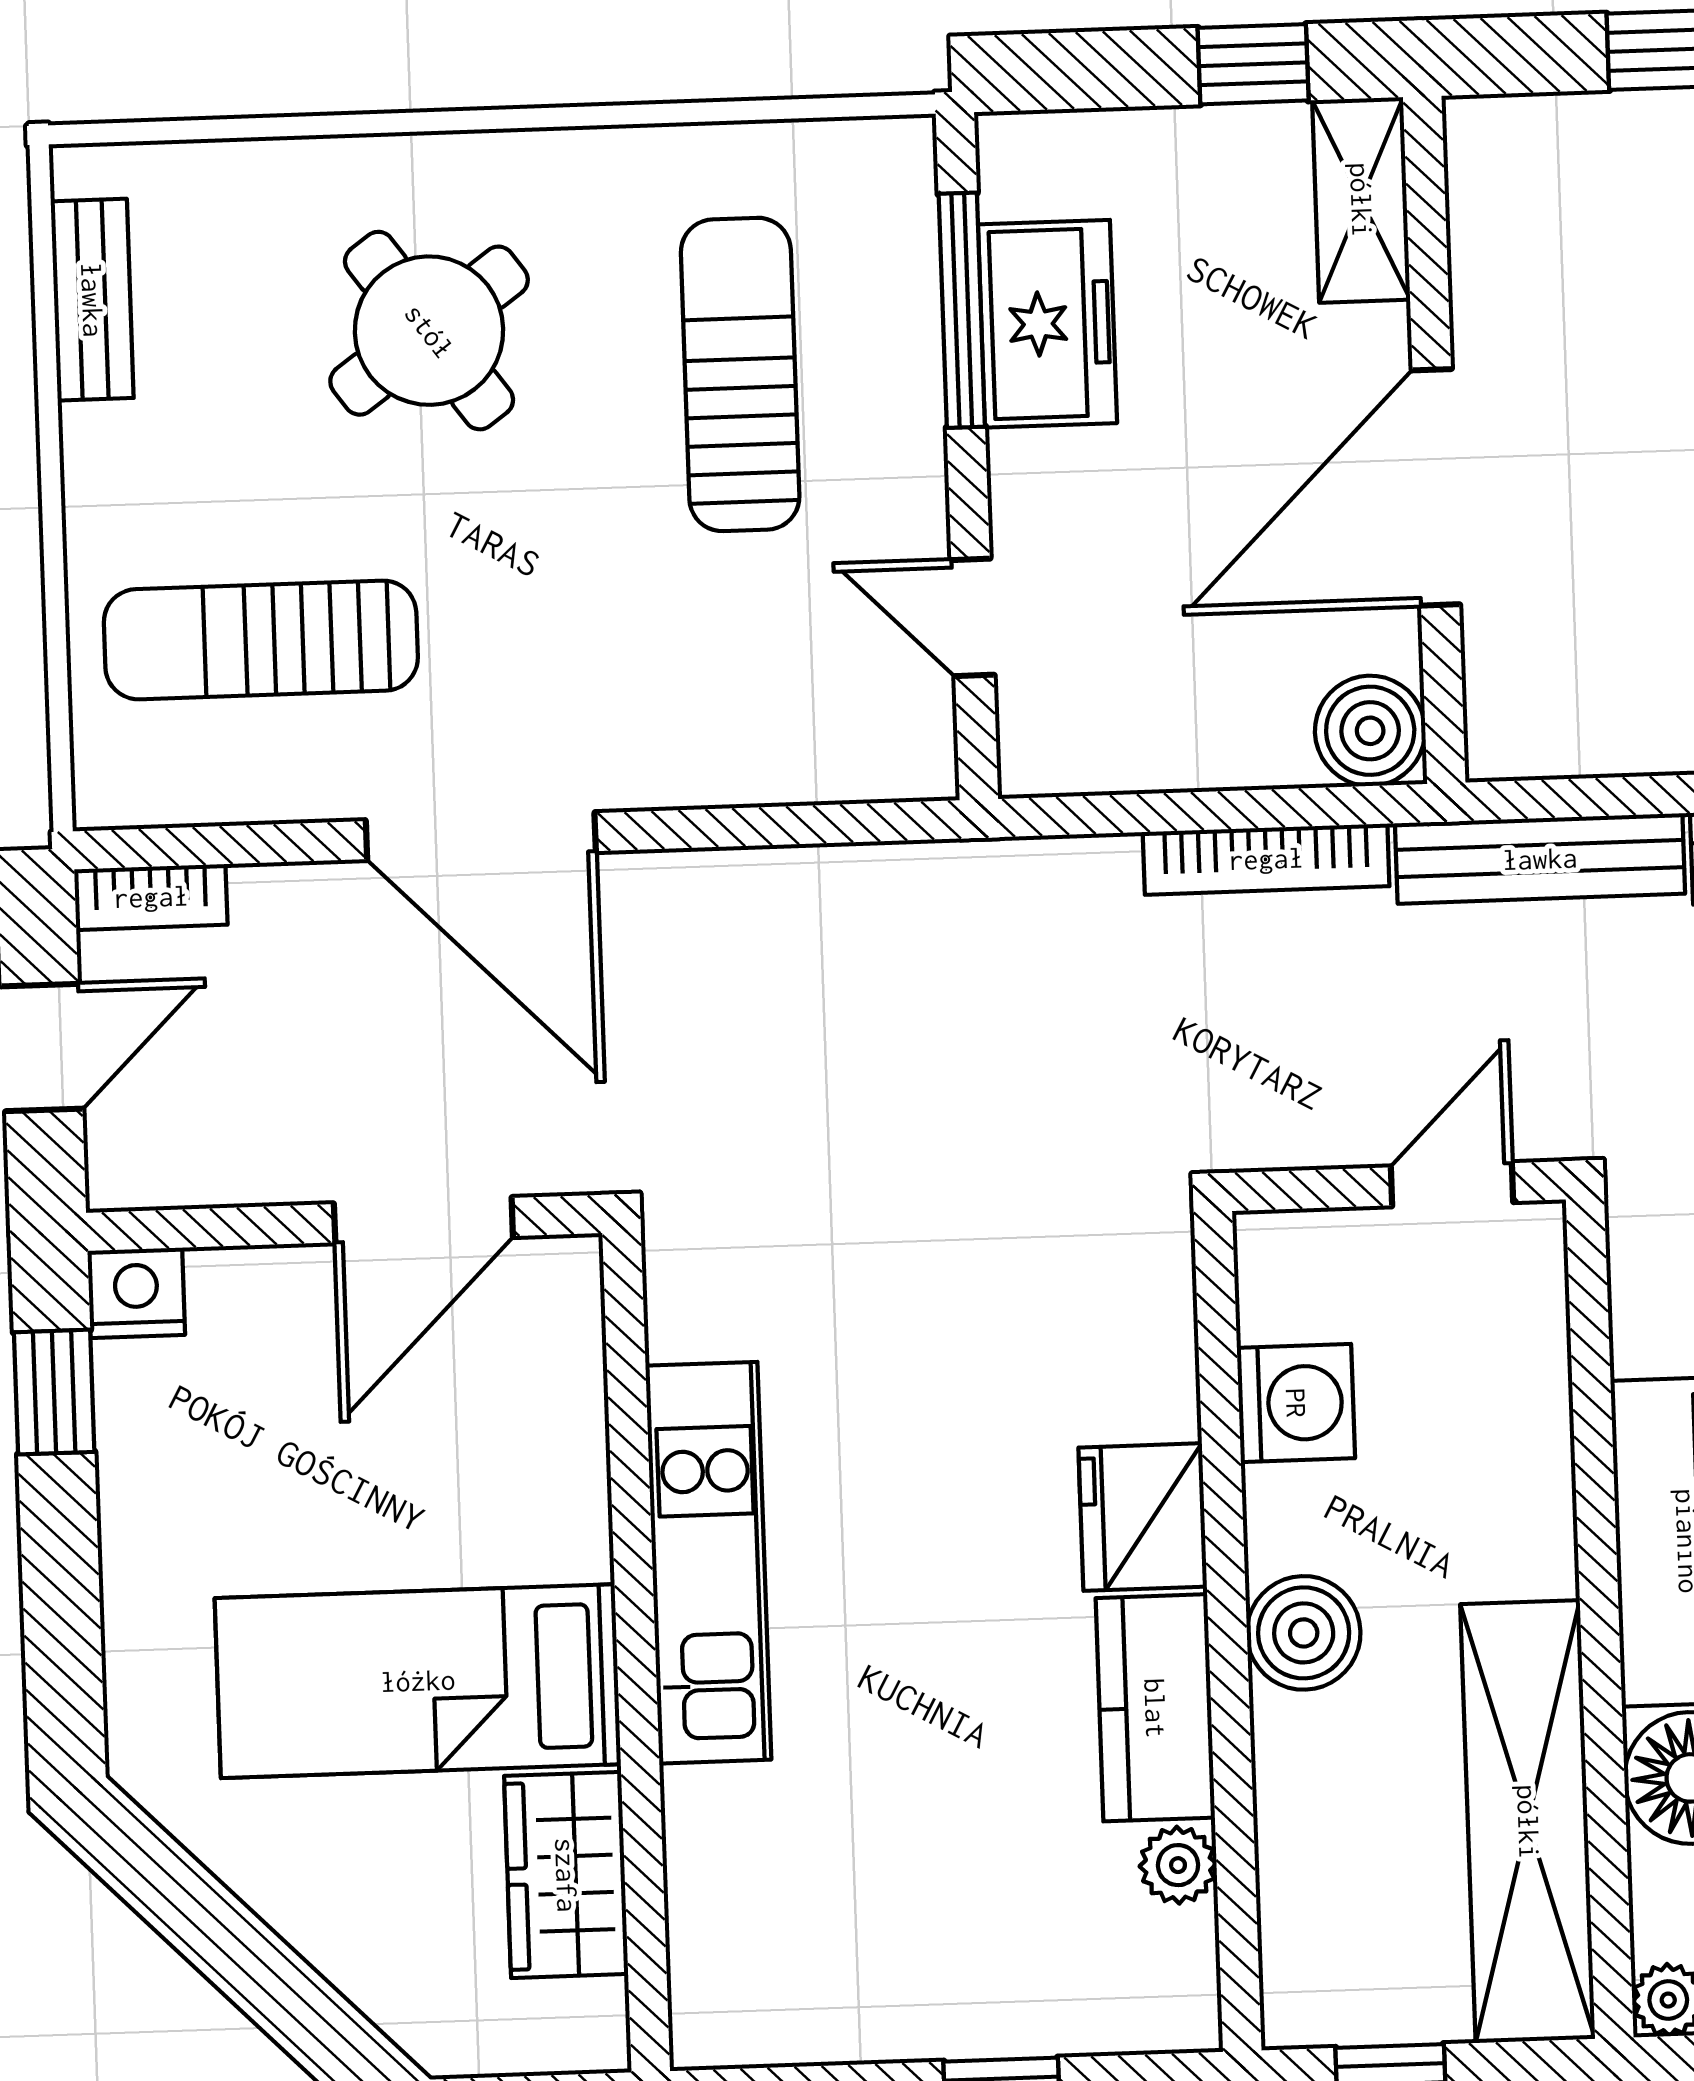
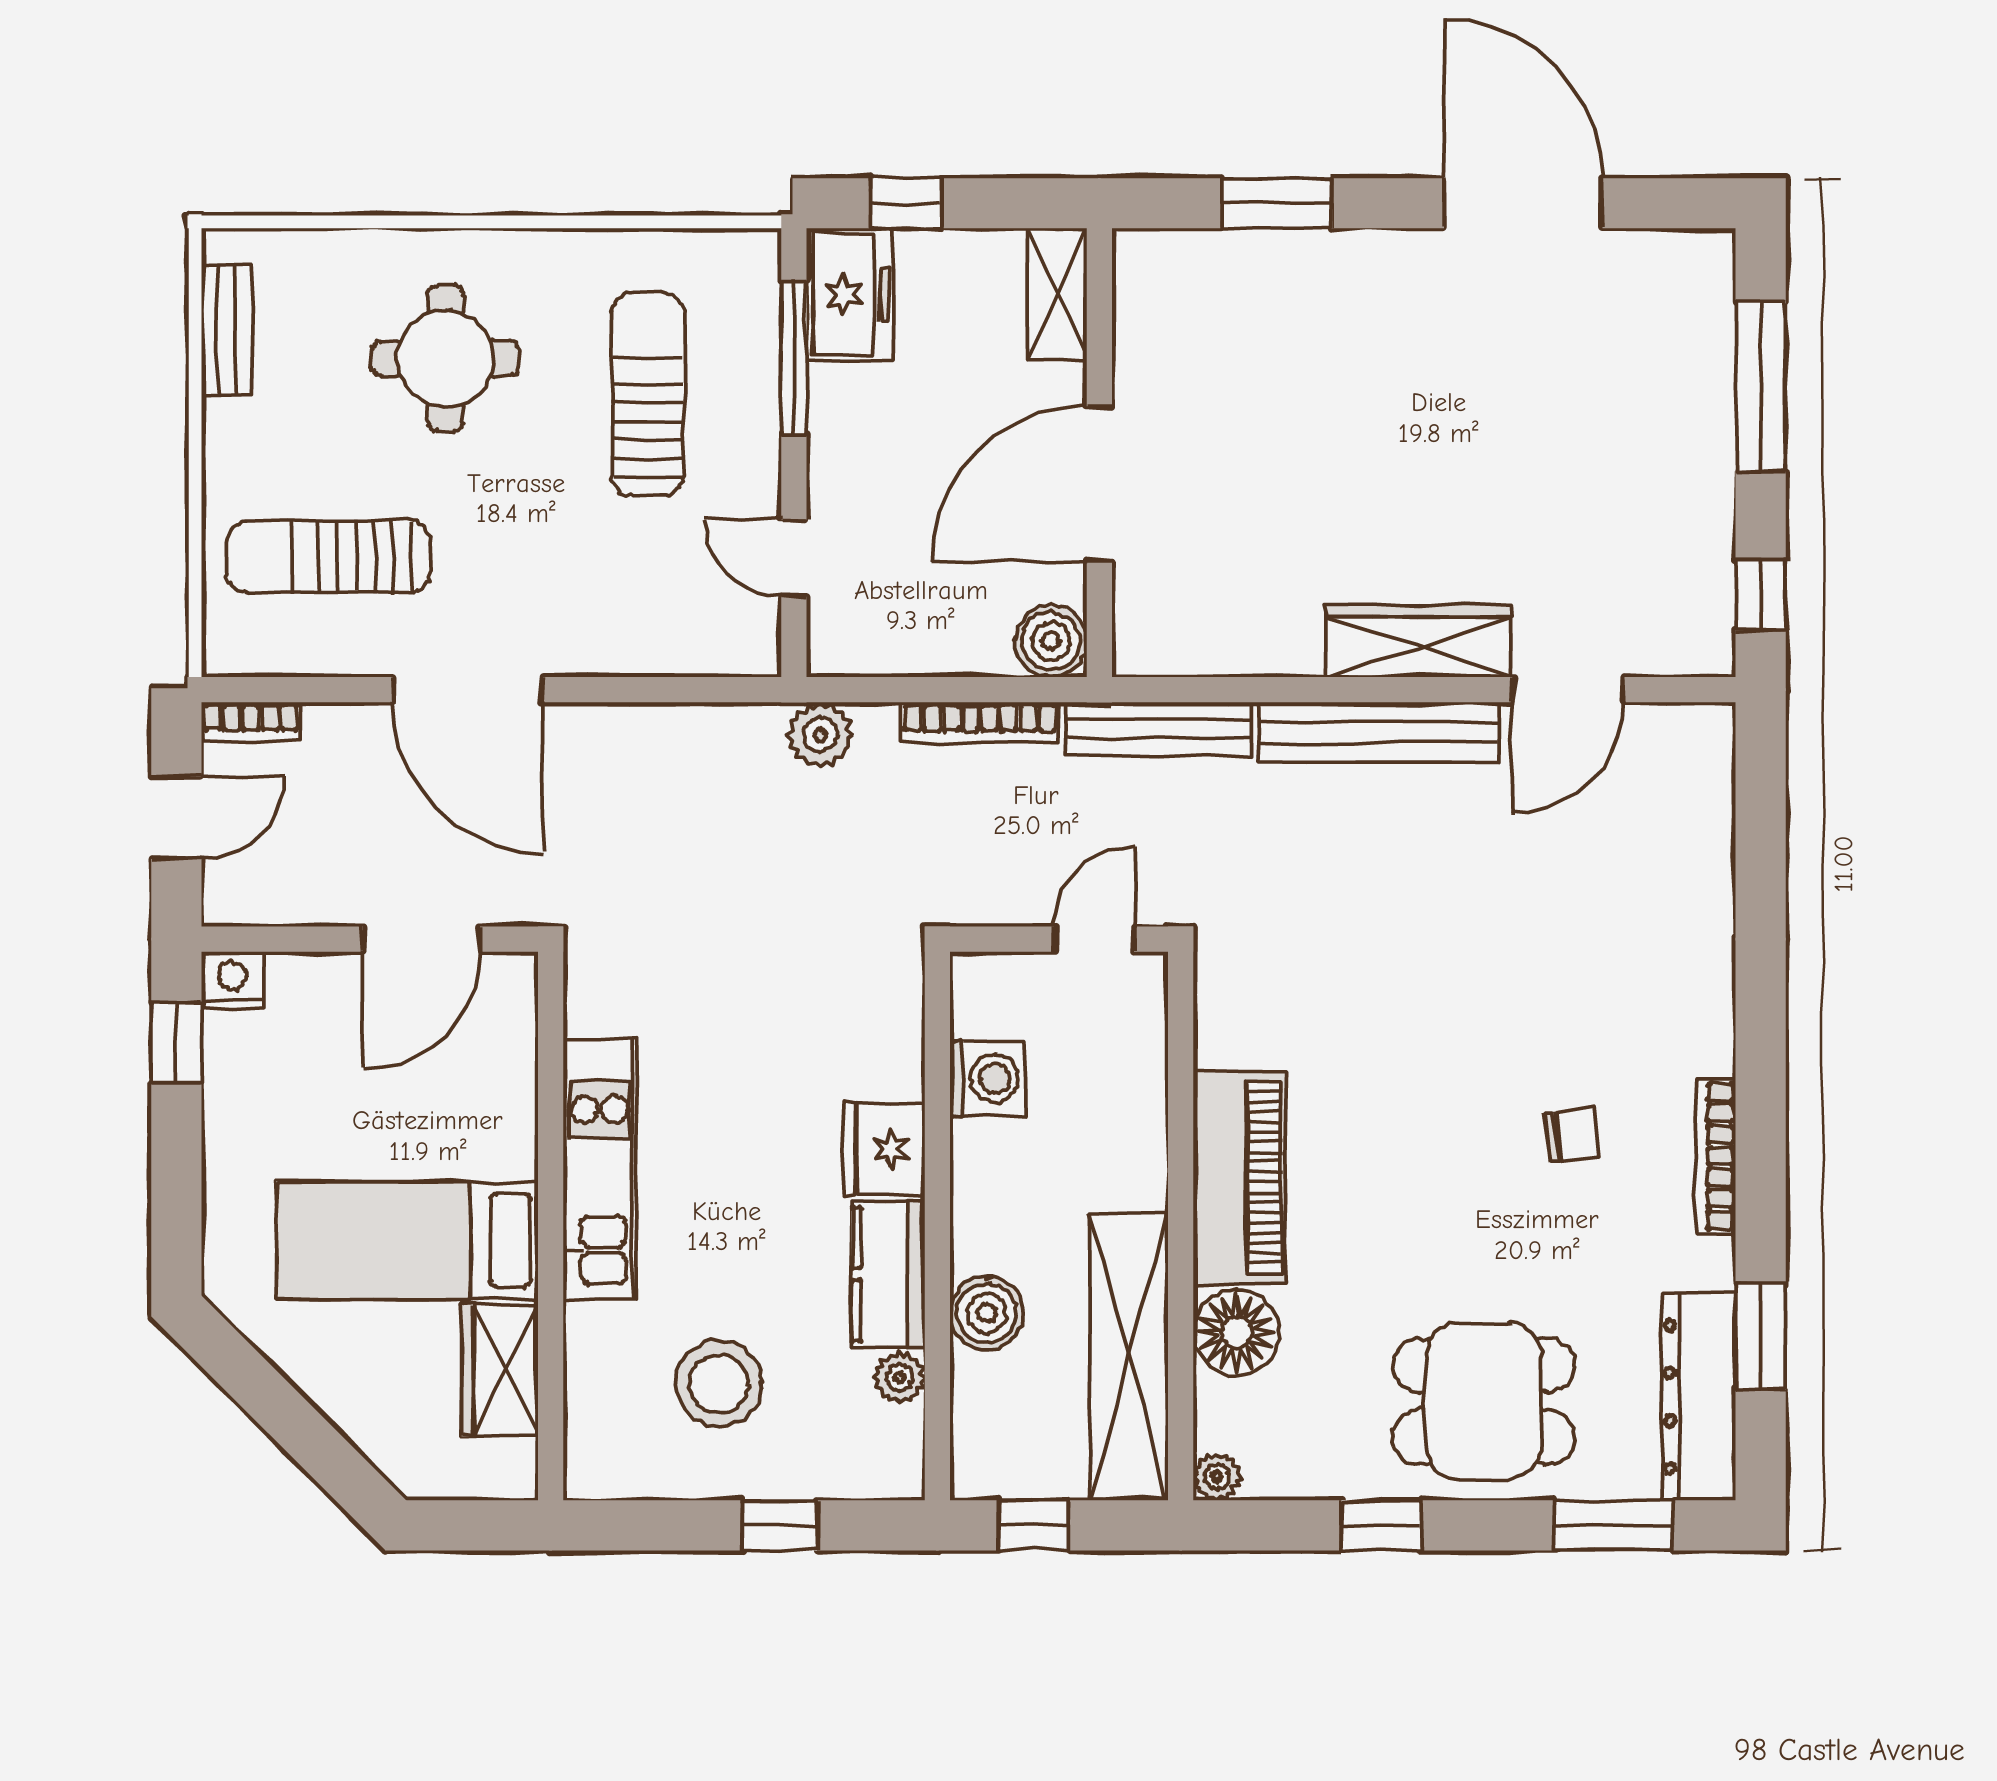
window: (1253, 64) -> (906, 203), moved
freezer: (1047, 324) -> (850, 295), moved
round table: (429, 331) -> (445, 358), turned 36
plant: (1022, 886) -> (820, 735), added
boiler: (1304, 1633) -> (987, 1313), moved
stool: (902, 1884) -> (719, 1384), added

